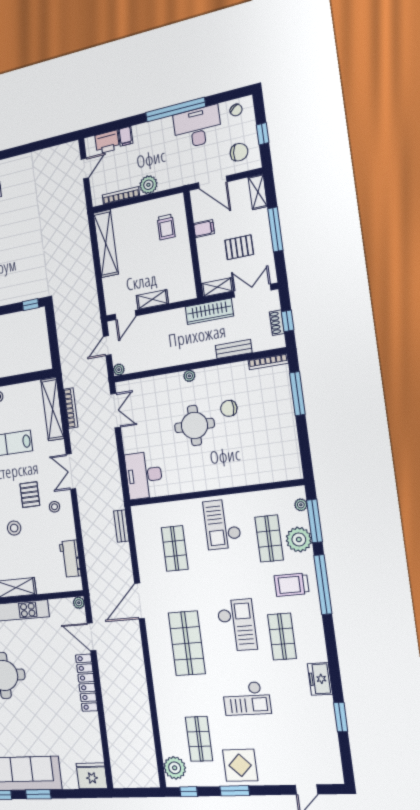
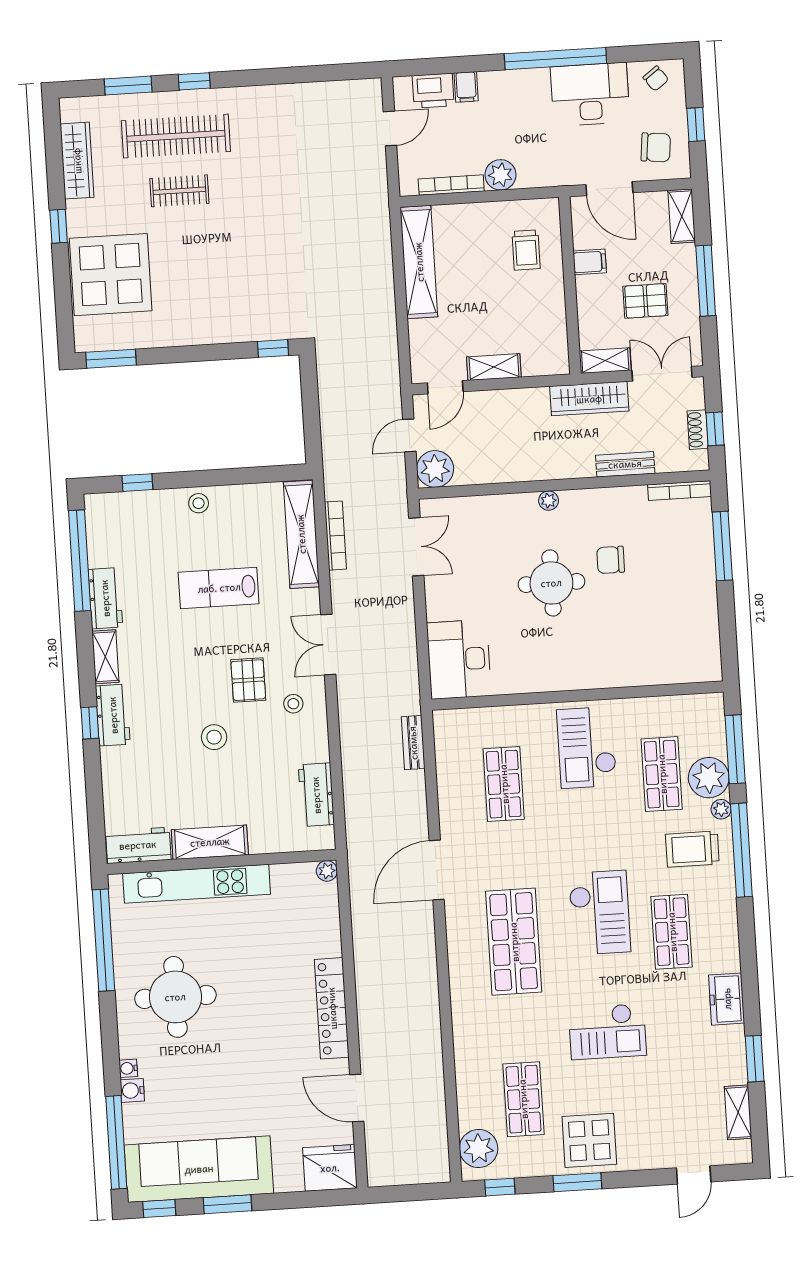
plant: (119, 370) -> (435, 469), width x1.88, depth x1.88
plant: (301, 505) -> (721, 809), moved
door: (92, 637) -> (357, 1098), moved
shelving: (332, 751) -> (738, 1112), added

